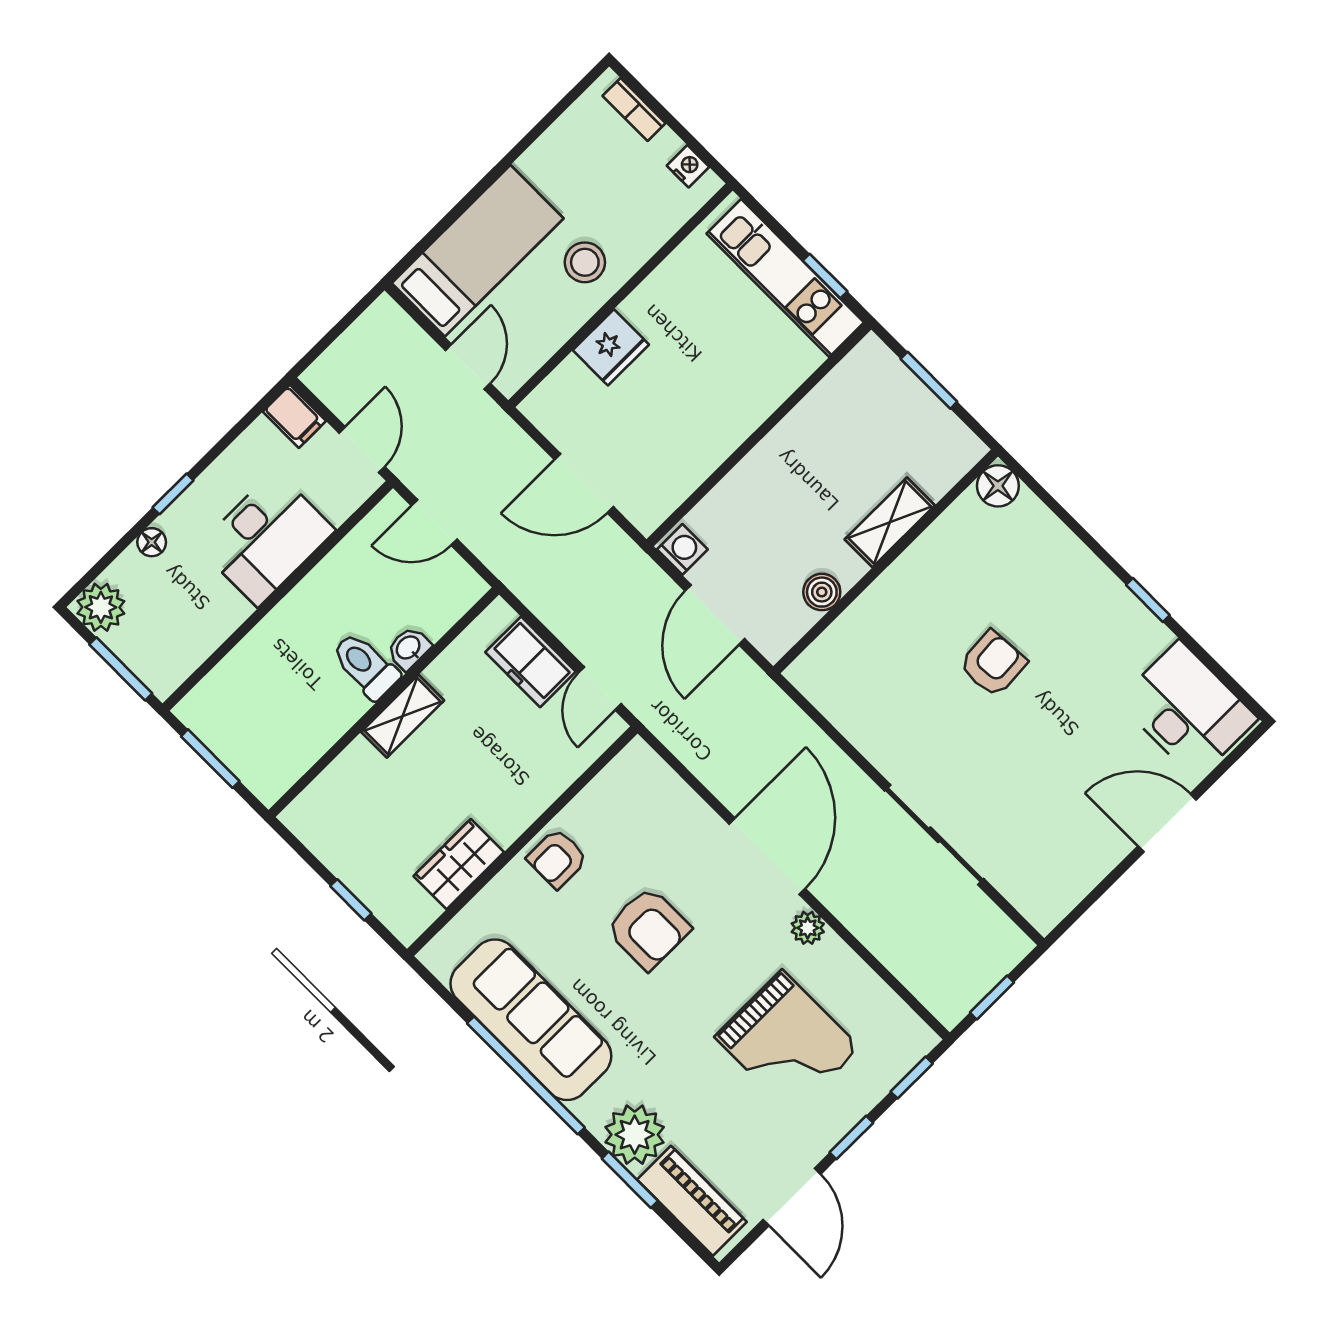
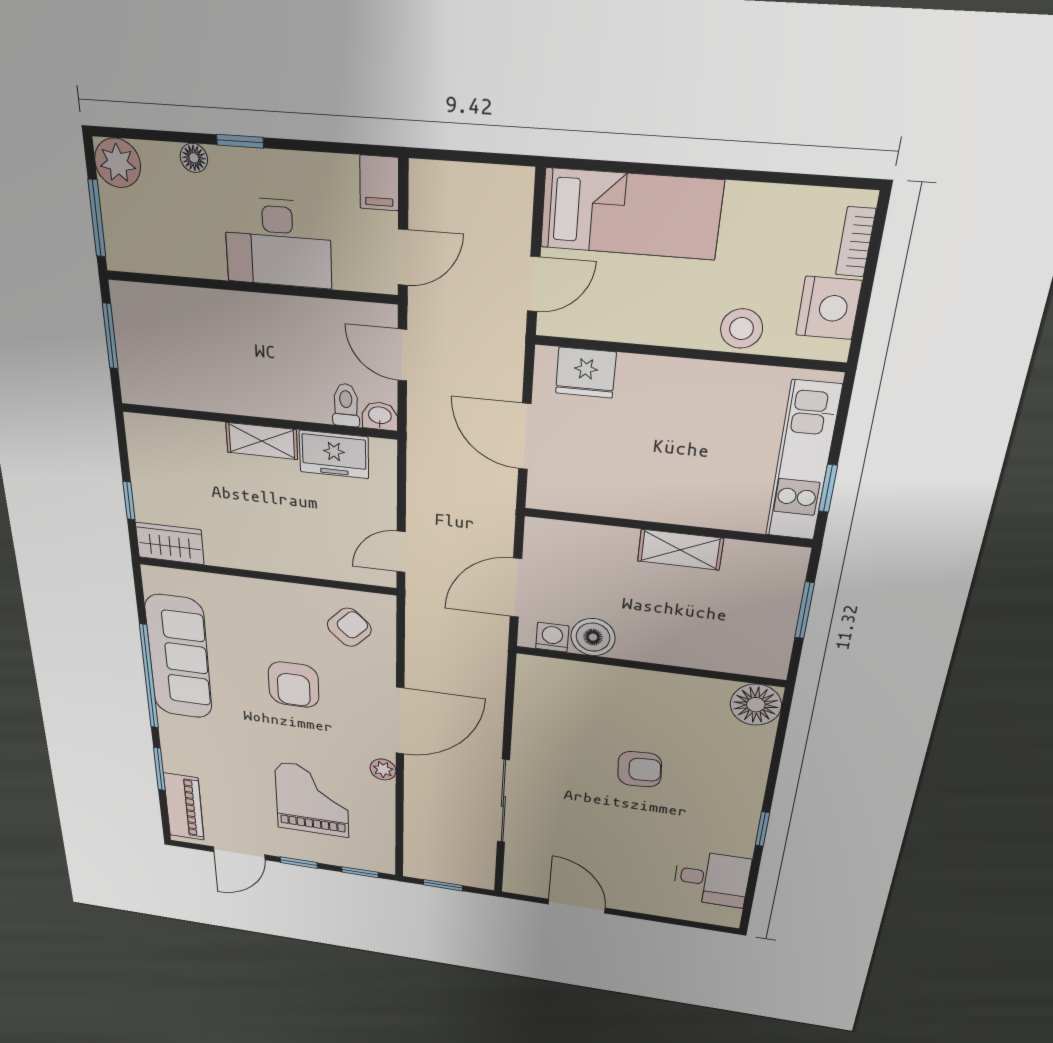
nightstand: (688, 166) -> (829, 308), width x1.89, depth x1.79
stool: (585, 262) -> (741, 329), moved
fridge: (611, 347) -> (586, 373), moved
floor lamp: (998, 486) -> (756, 705), width x1.38, depth x1.38
shelving: (890, 522) -> (680, 550), moved
washing machine: (682, 549) -> (552, 637), moved, turned -90
boiler: (822, 592) -> (593, 637), width x1.36, depth x1.36
washbasin: (409, 648) -> (380, 416), moved
freezer: (531, 662) -> (334, 454), moved, turned -90
toilet: (365, 666) -> (346, 405), moved, width x0.73, depth x0.72
desk: (1188, 710) -> (712, 879), width x0.73
door: (1167, 823) -> (577, 906), moved
armchair: (557, 858) -> (349, 627), moved, turned 134
wardrobe: (459, 864) -> (170, 543), moved
grand piano: (787, 1042) -> (312, 800), turned 180
plant: (635, 1135) -> (183, 755), removed

